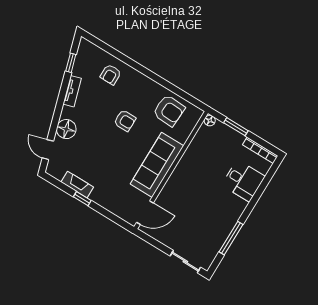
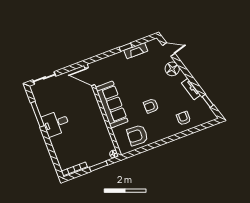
desk: (243, 181) -> (56, 123), moved
door: (145, 213) -> (90, 77), hinge flipped

